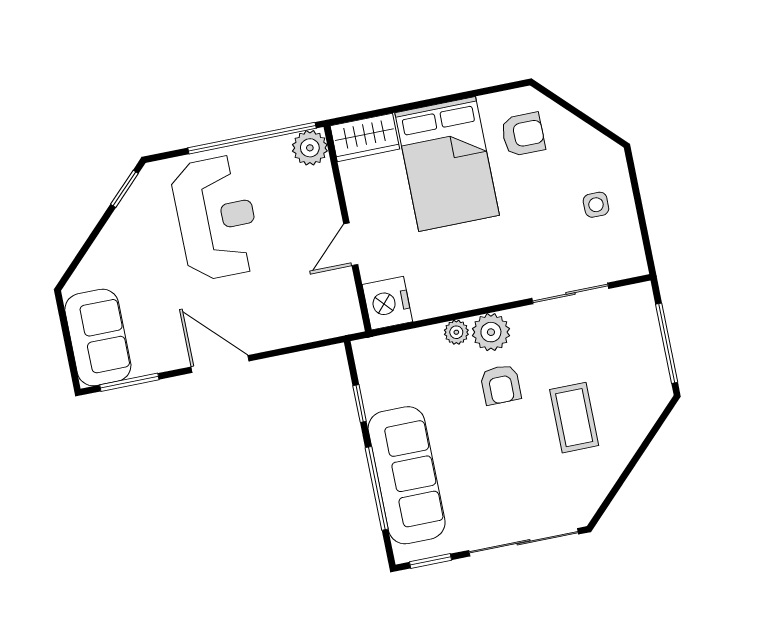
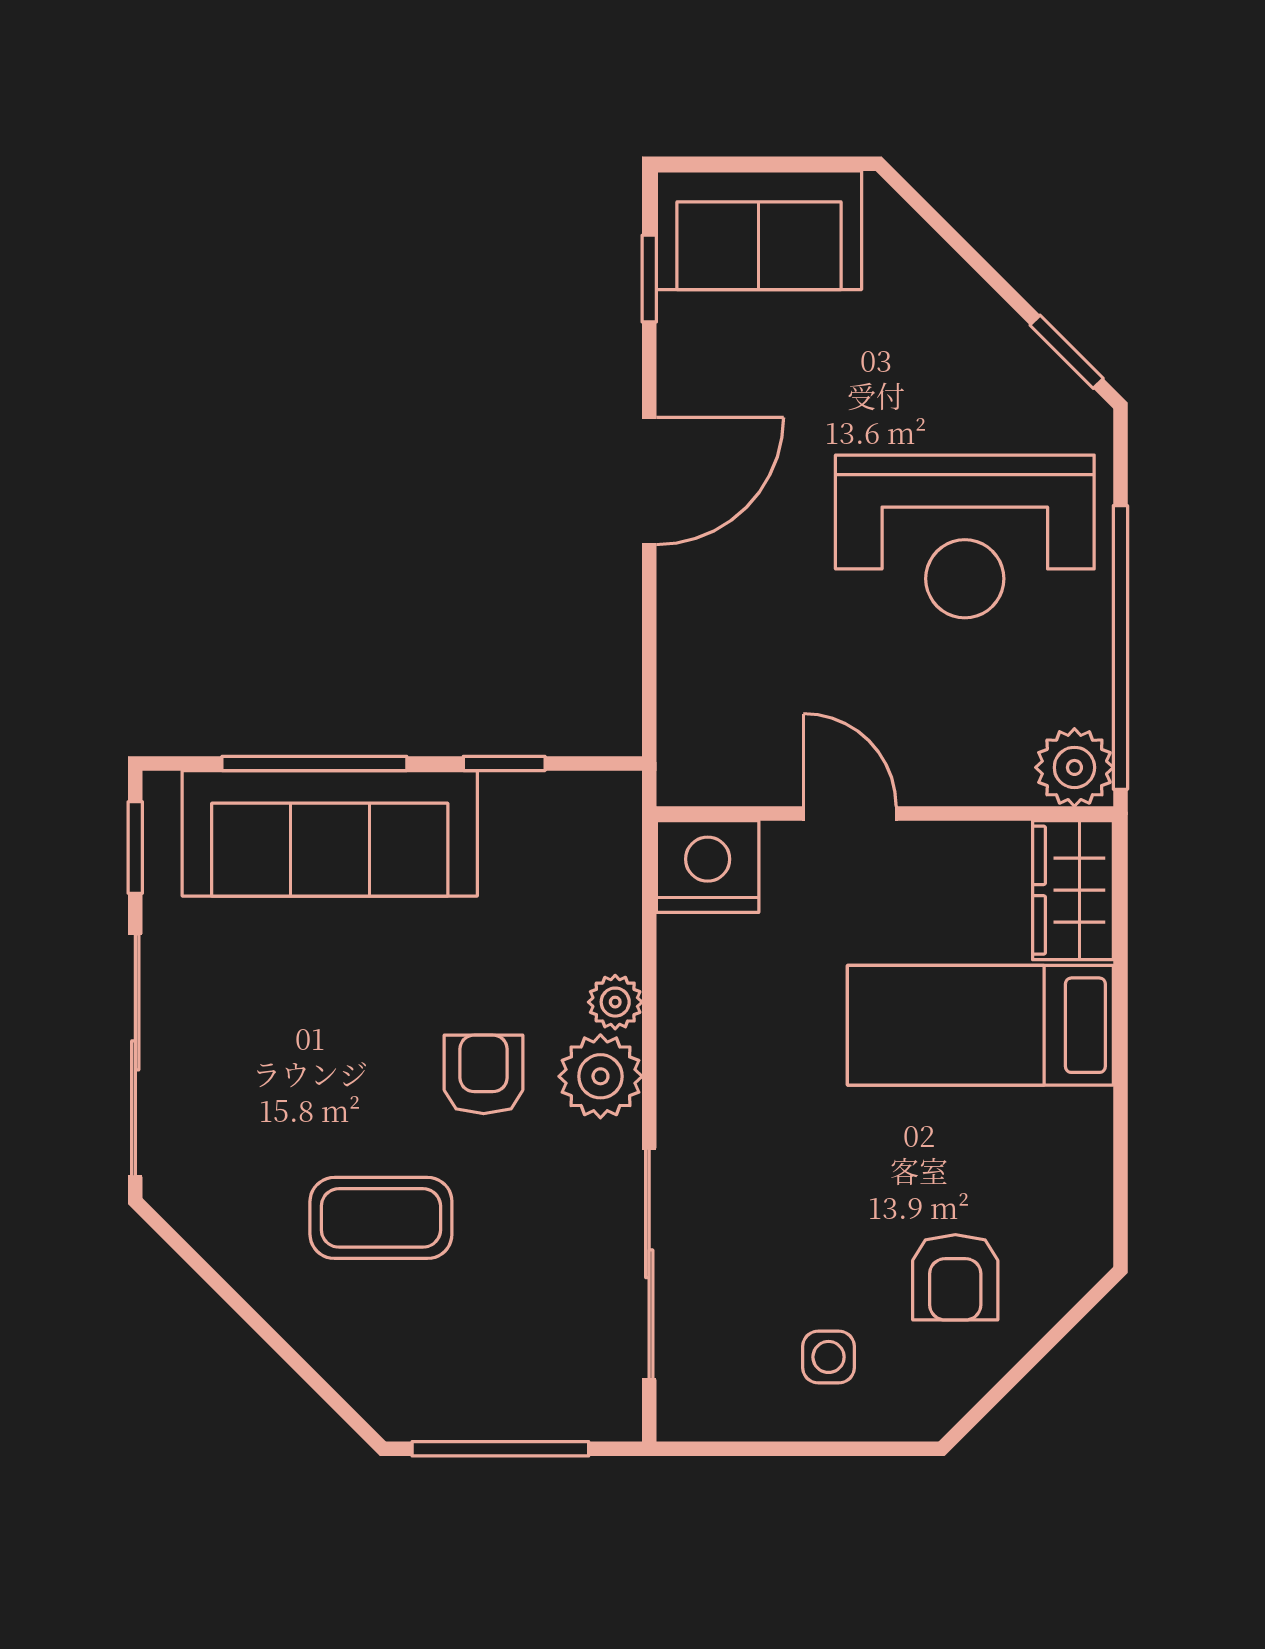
armchair: (523, 134) -> (955, 1277), moved
bed: (447, 164) -> (980, 1025), width x0.67
sliding door: (570, 293) -> (649, 1264), width x1.37
window: (129, 382) -> (649, 279), width x0.67
armchair: (501, 385) -> (484, 1074), turned 90

